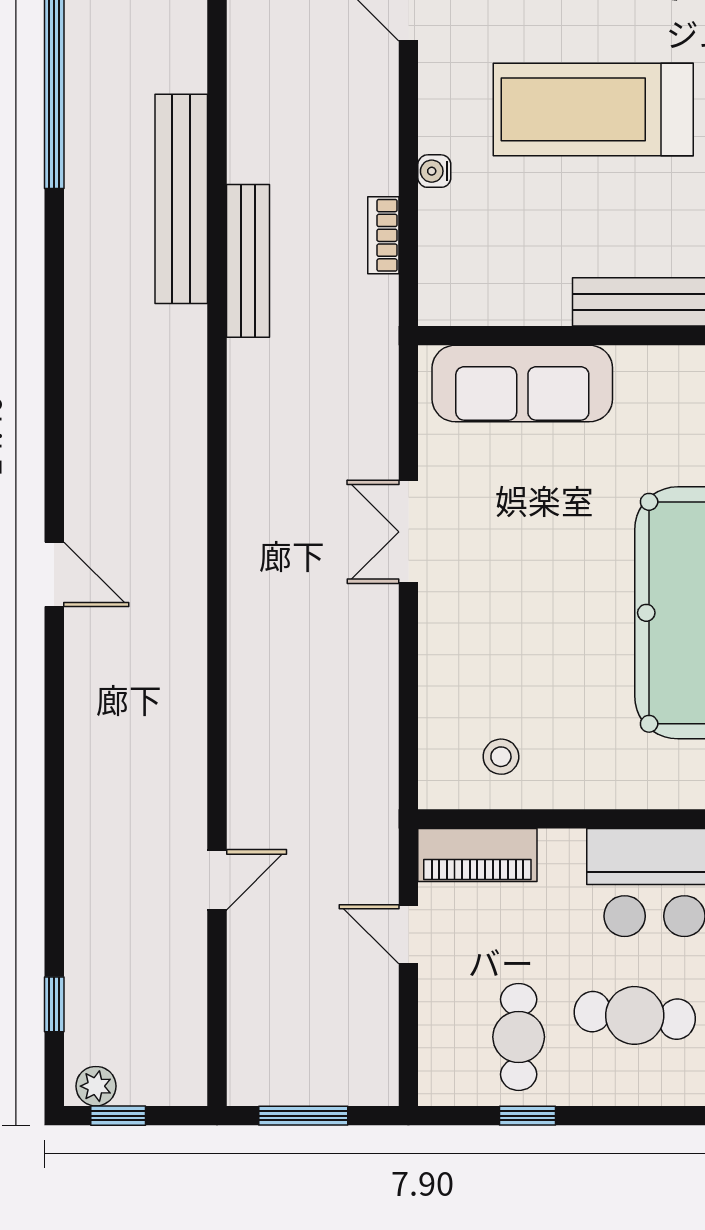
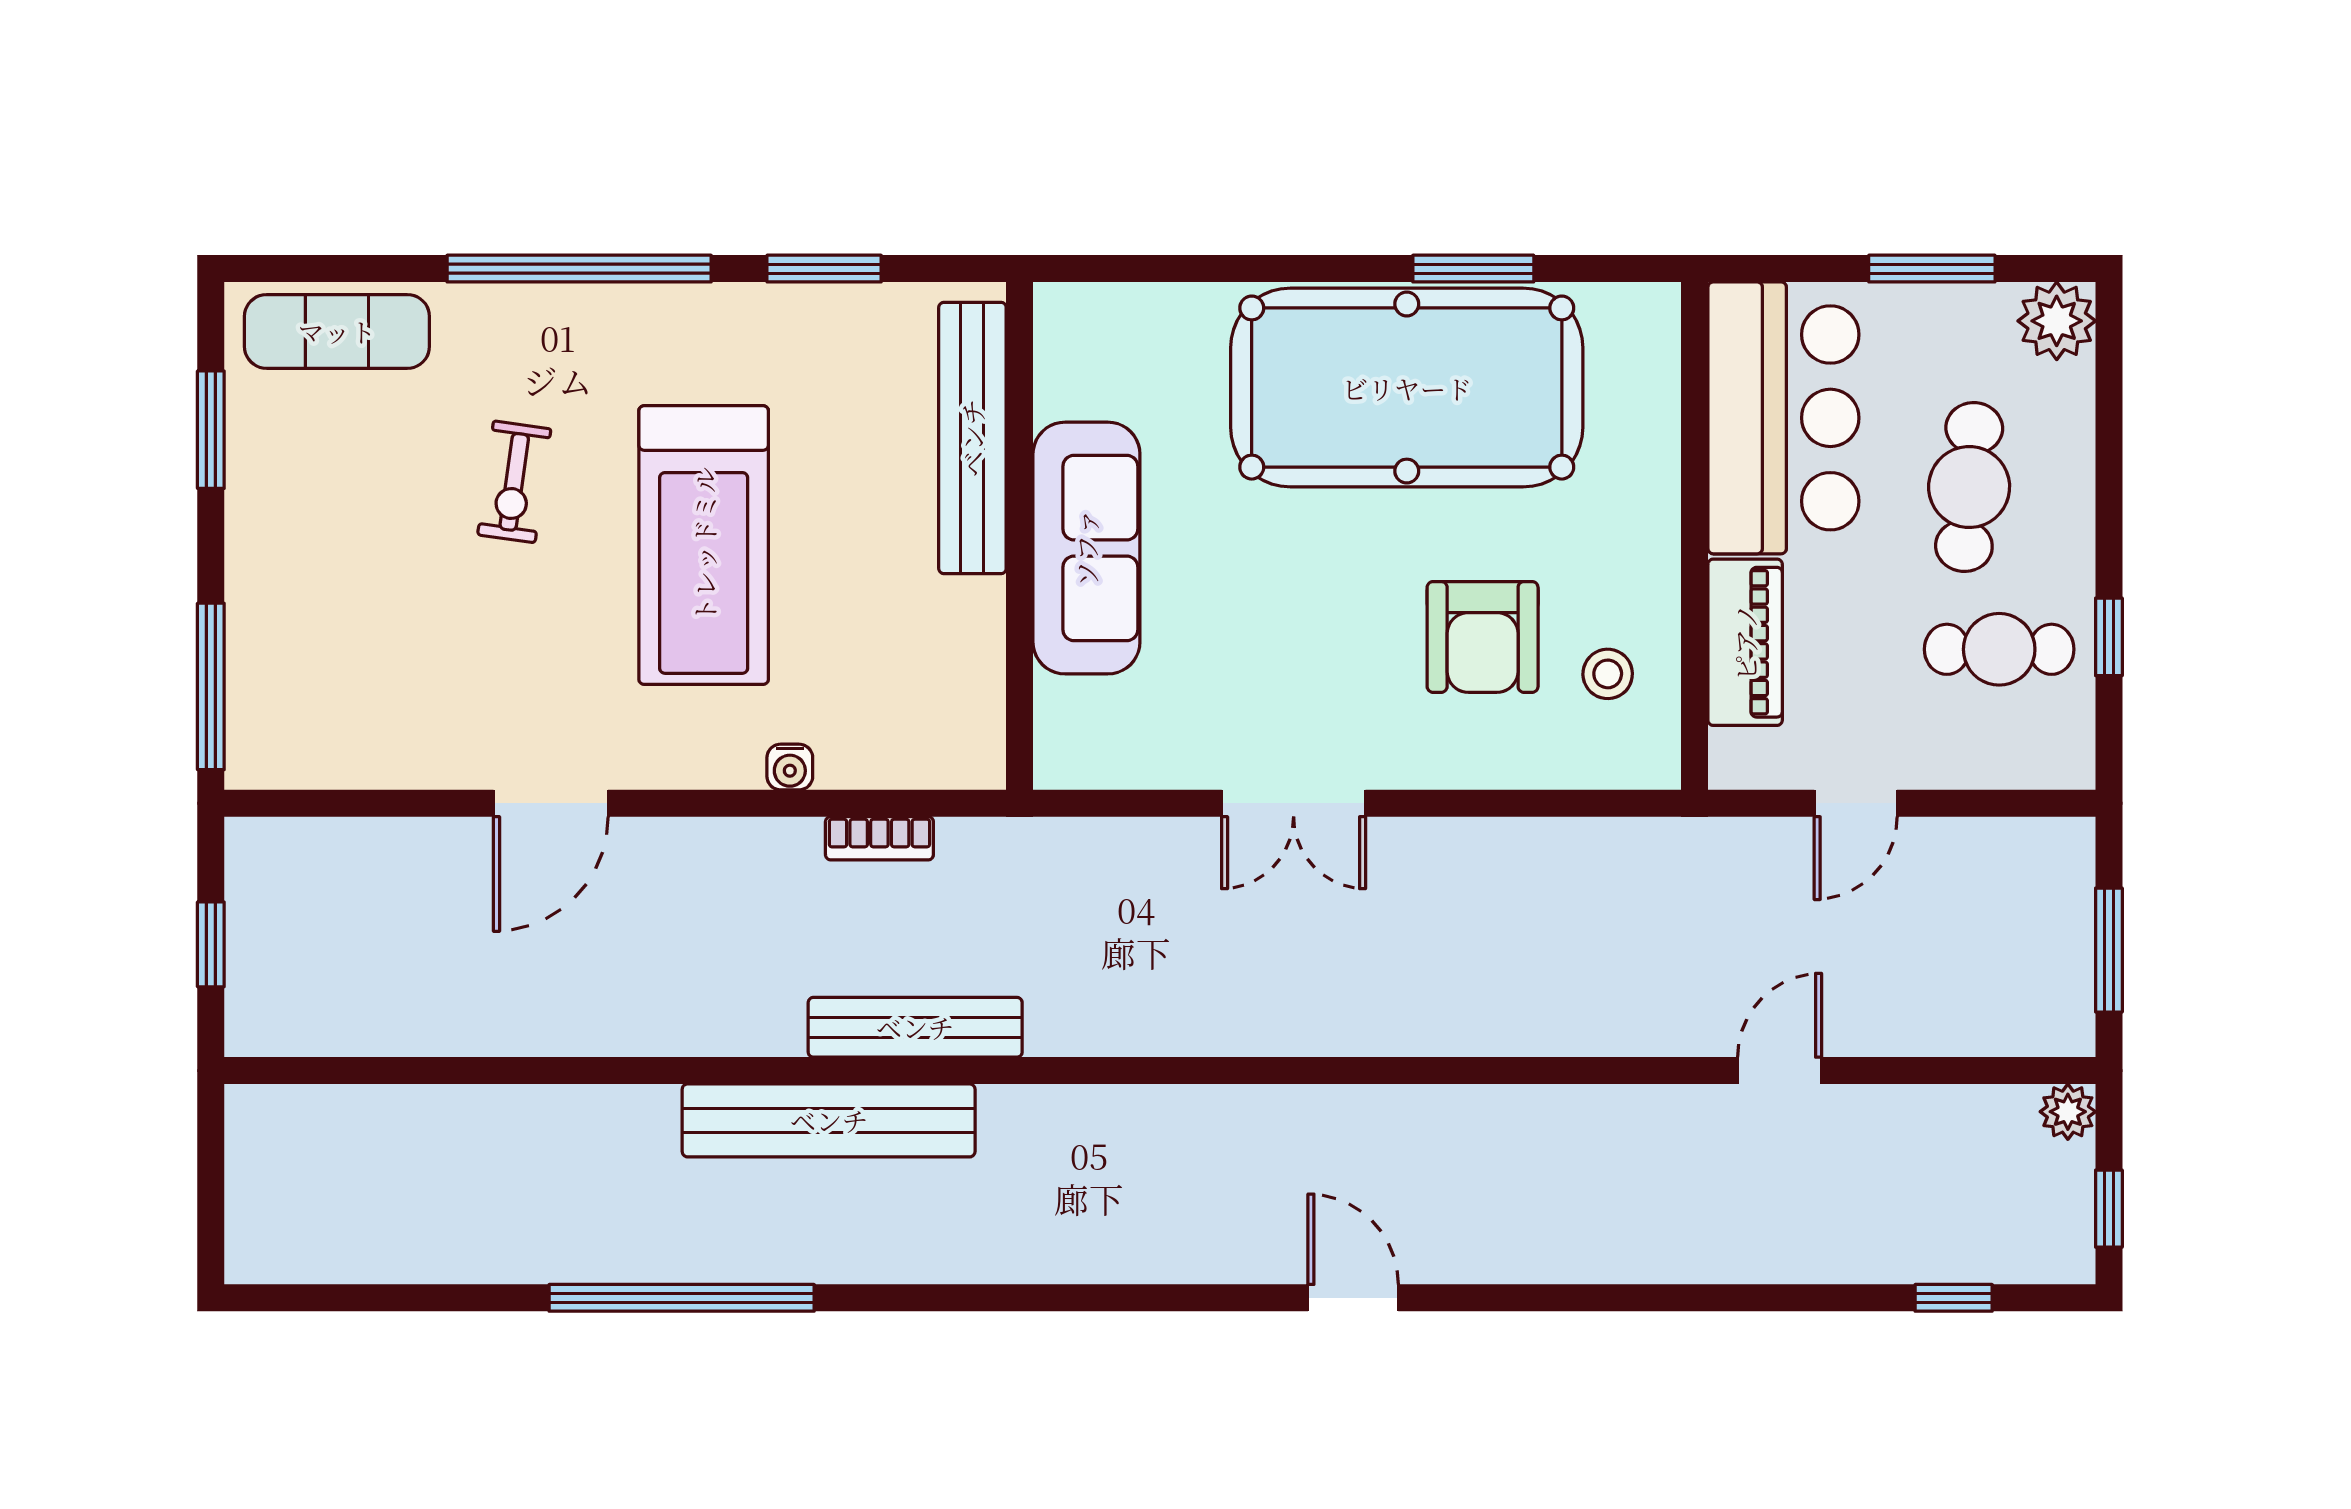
sofa: (522, 383) -> (1086, 548), moved
door: (54, 574) -> (1353, 1298), hinge flipped
armchair: (527, 667) -> (1483, 637), added
piano: (477, 855) -> (1745, 642), moved
door: (217, 880) -> (1780, 1071), hinge flipped
plant: (96, 1086) -> (2068, 1112), moved

